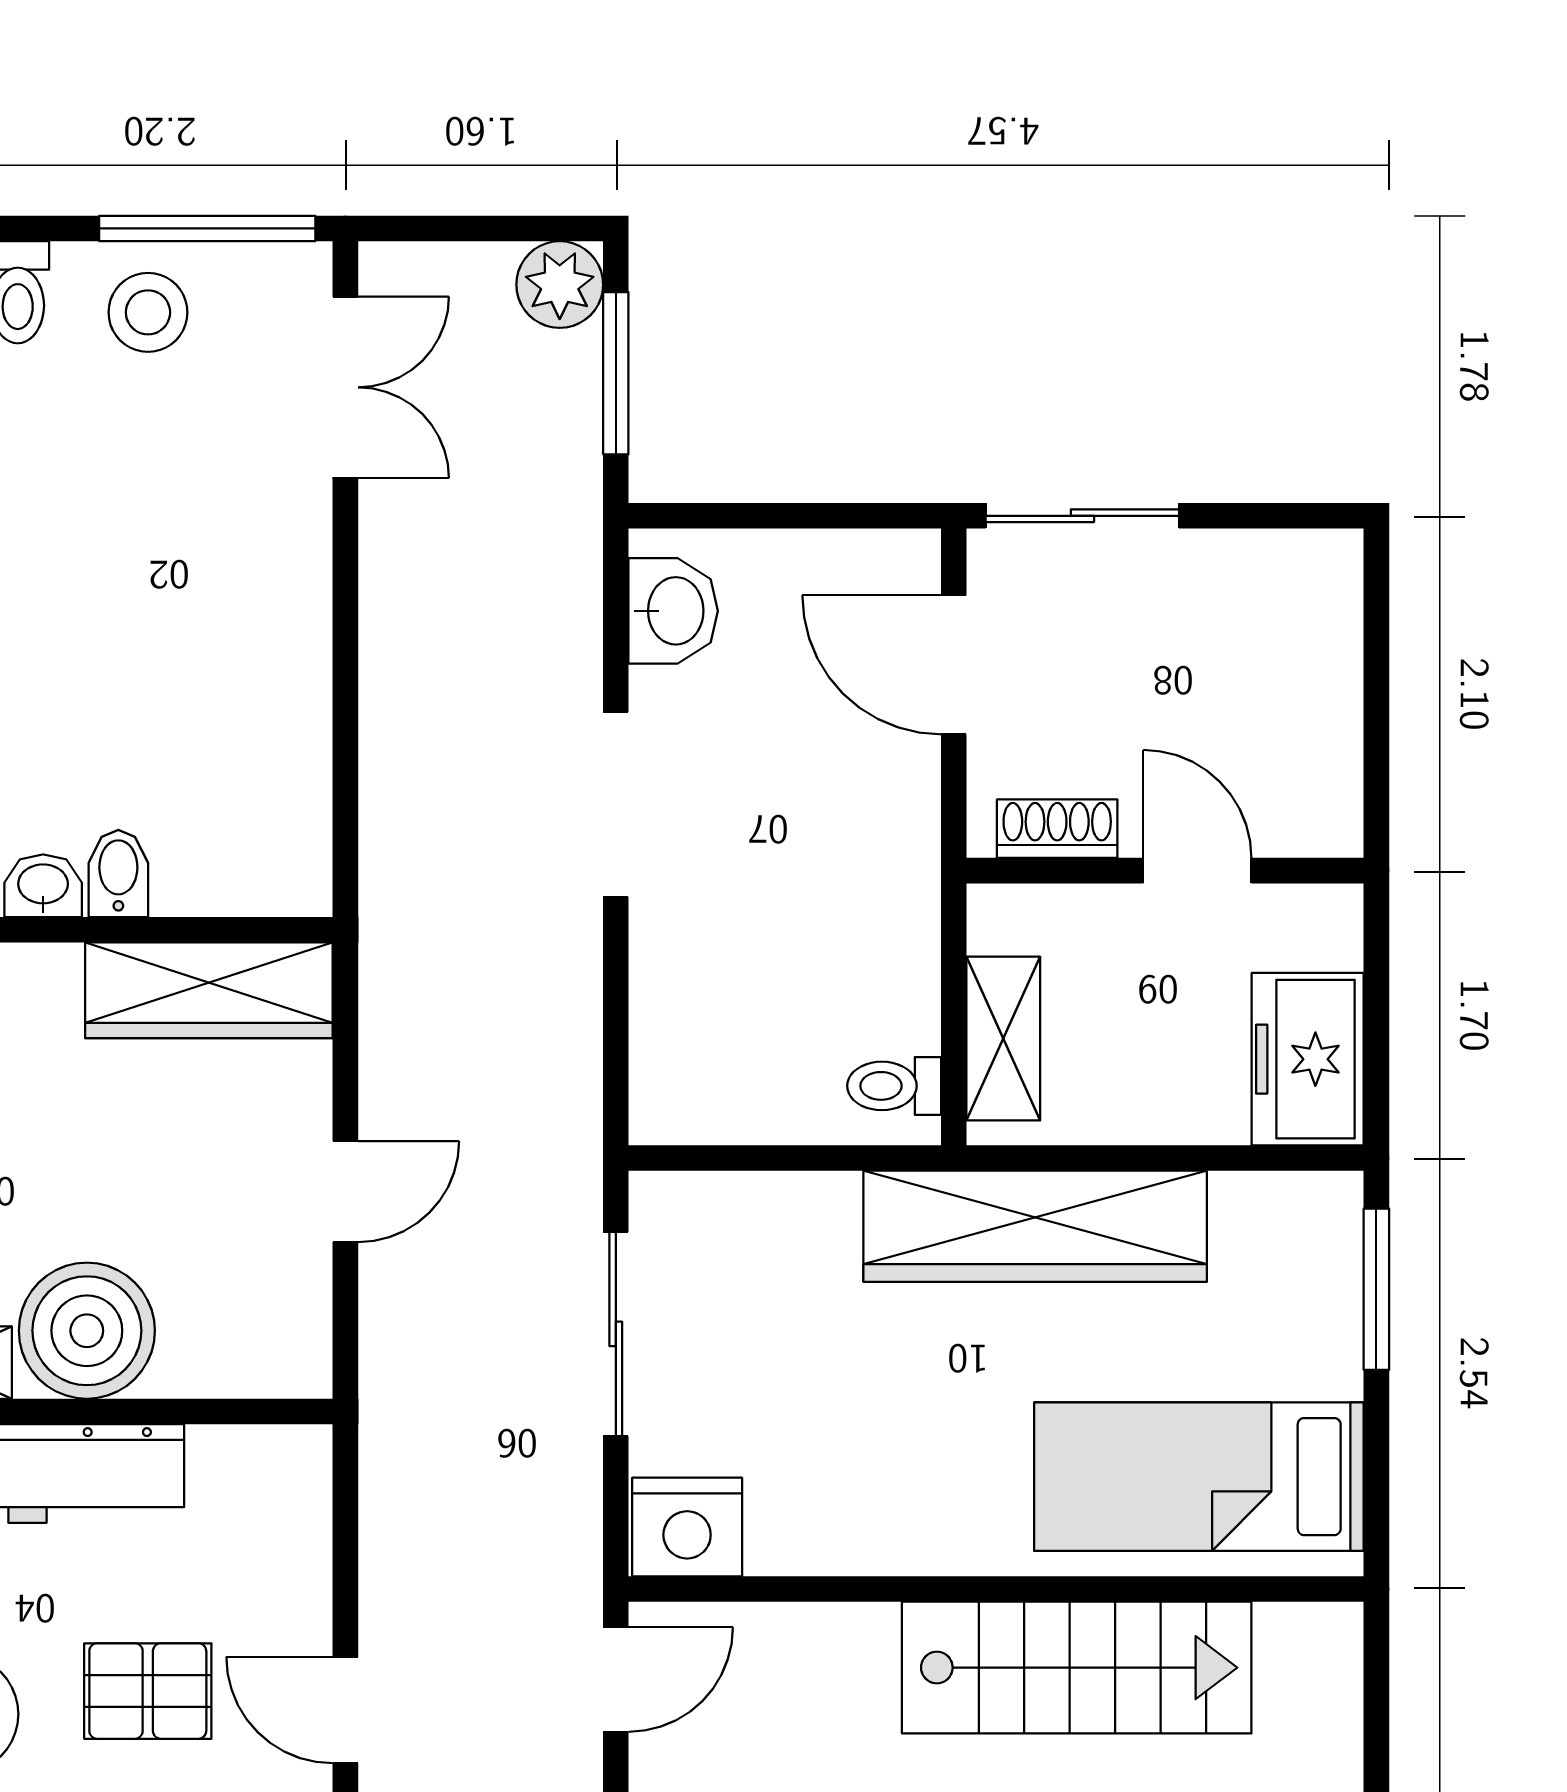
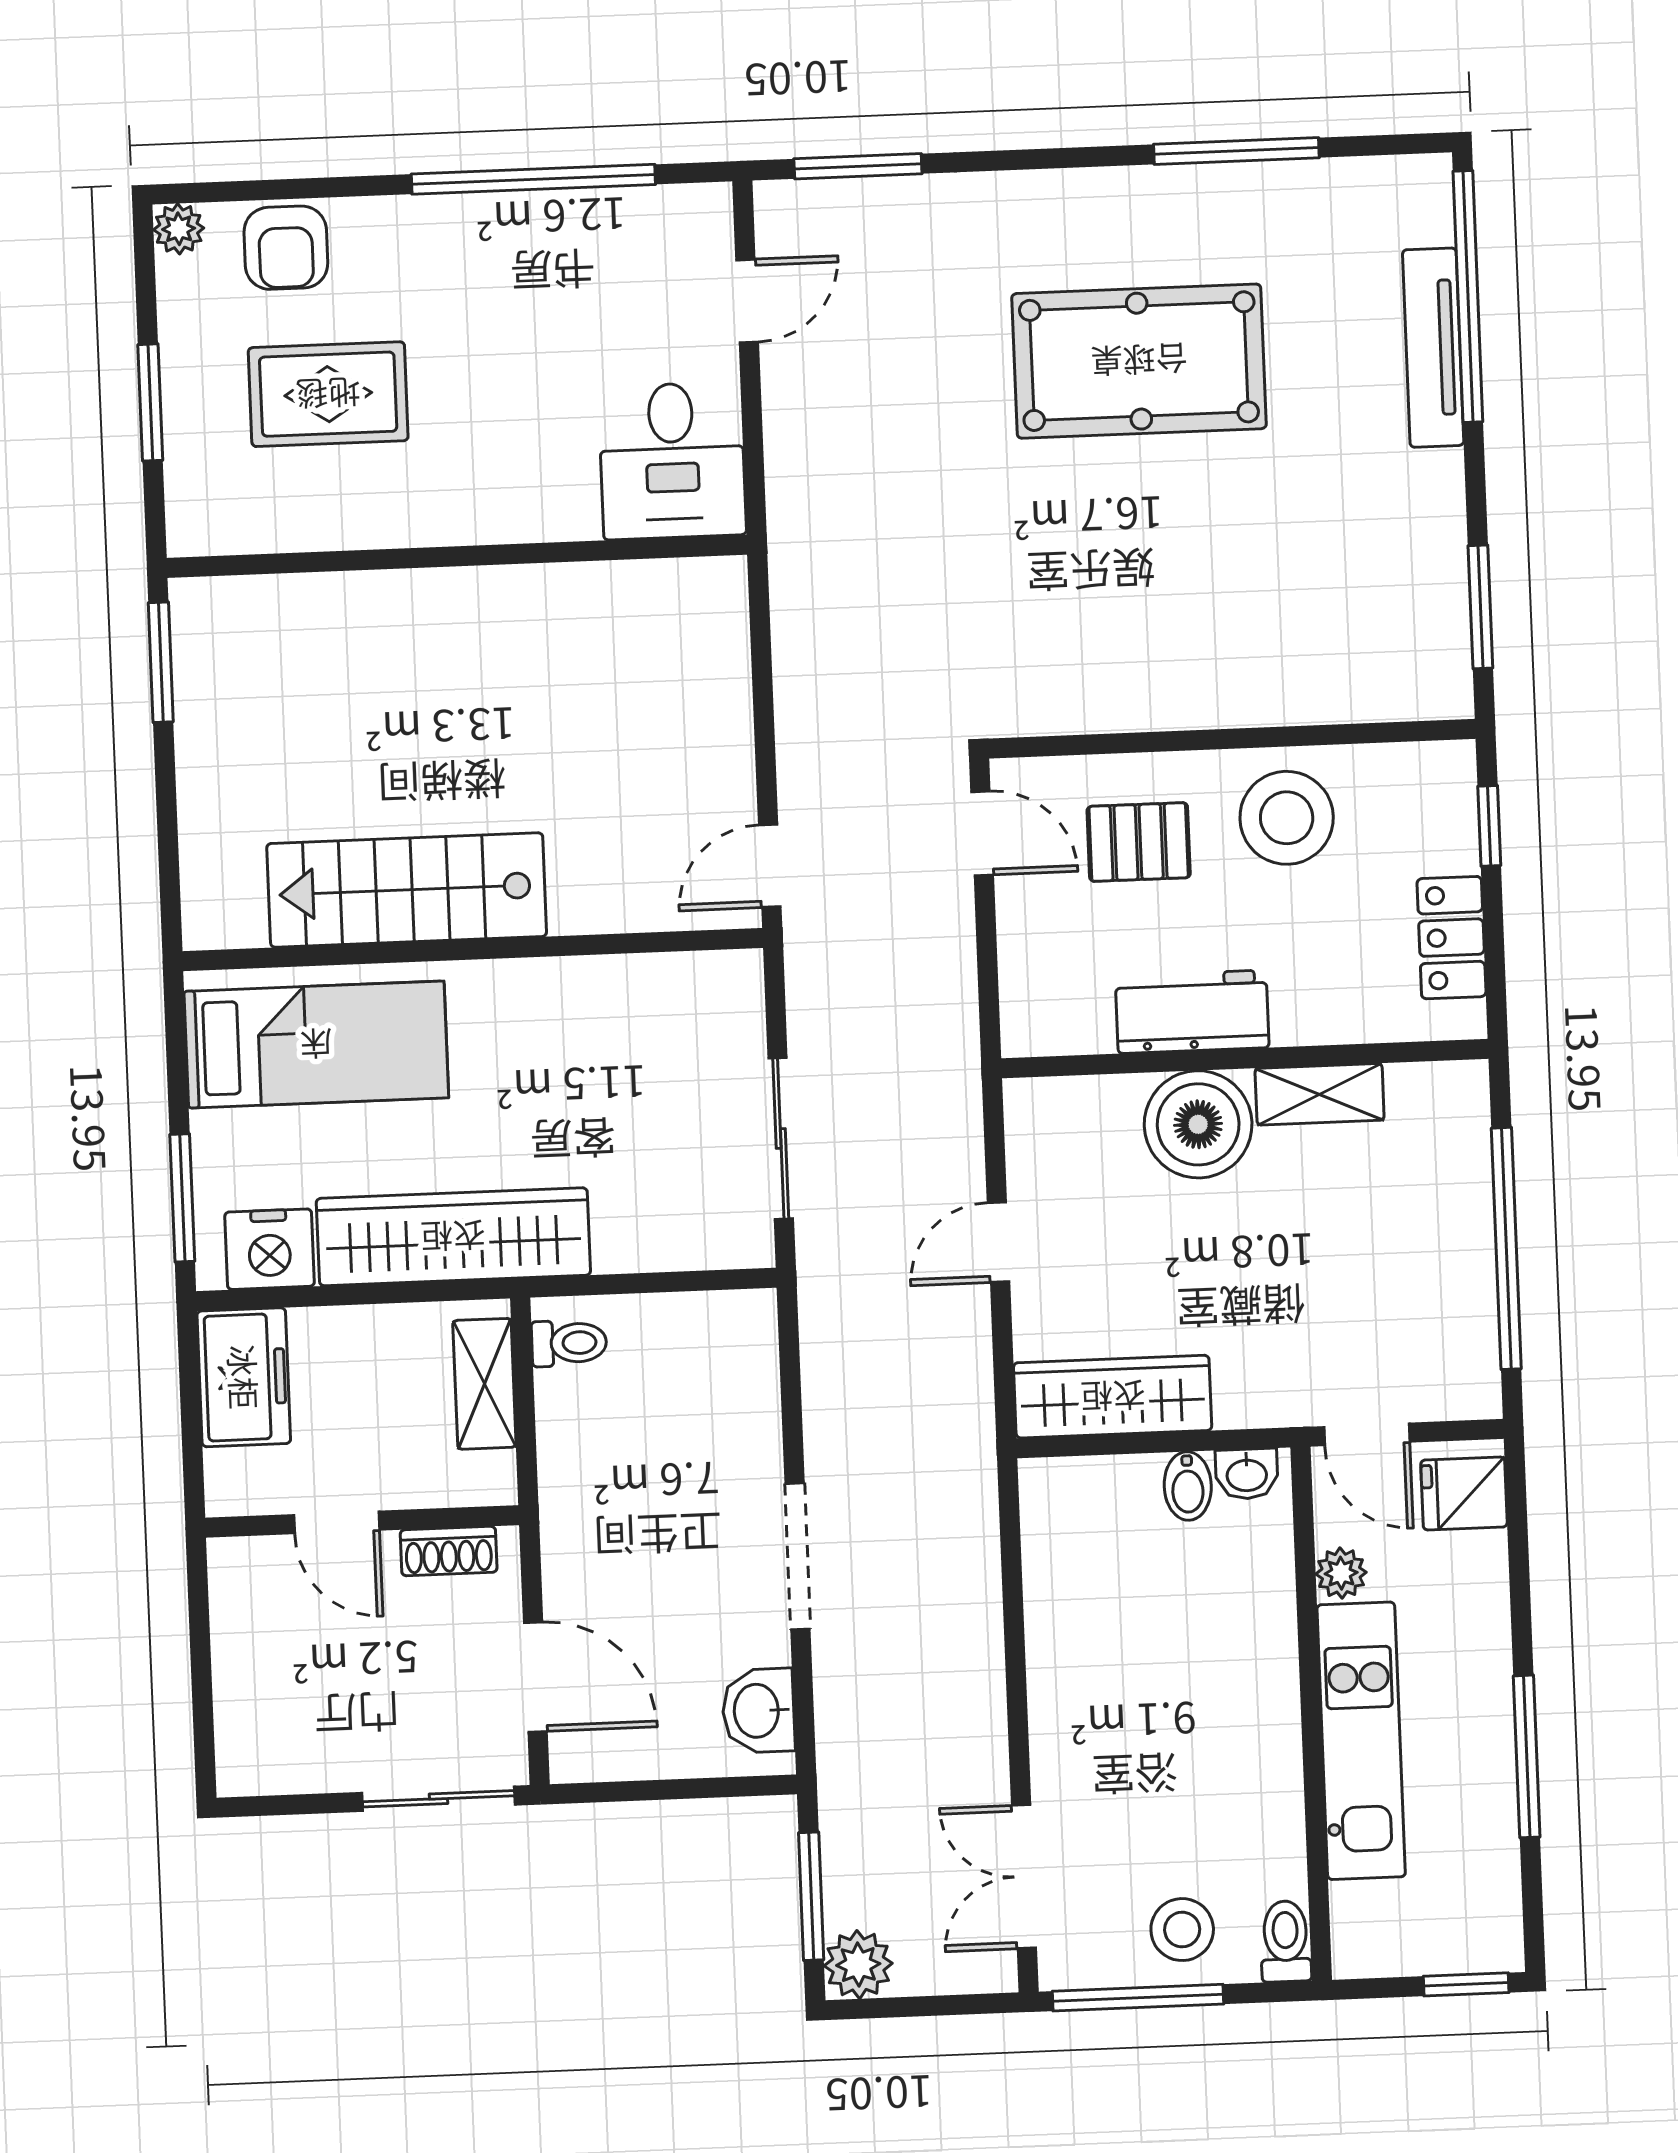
nightstand: (687, 1527) -> (270, 1249), moved, turned 180

